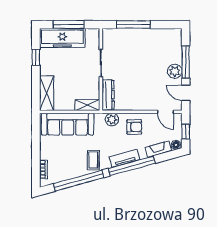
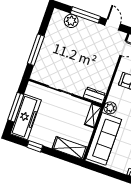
plant: (175, 71) -> (71, 21), moved
door: (186, 93) -> (113, 25), swing flipped
dresser: (108, 95) -> (94, 95), width x0.70
plant: (112, 120) -> (110, 108), moved

